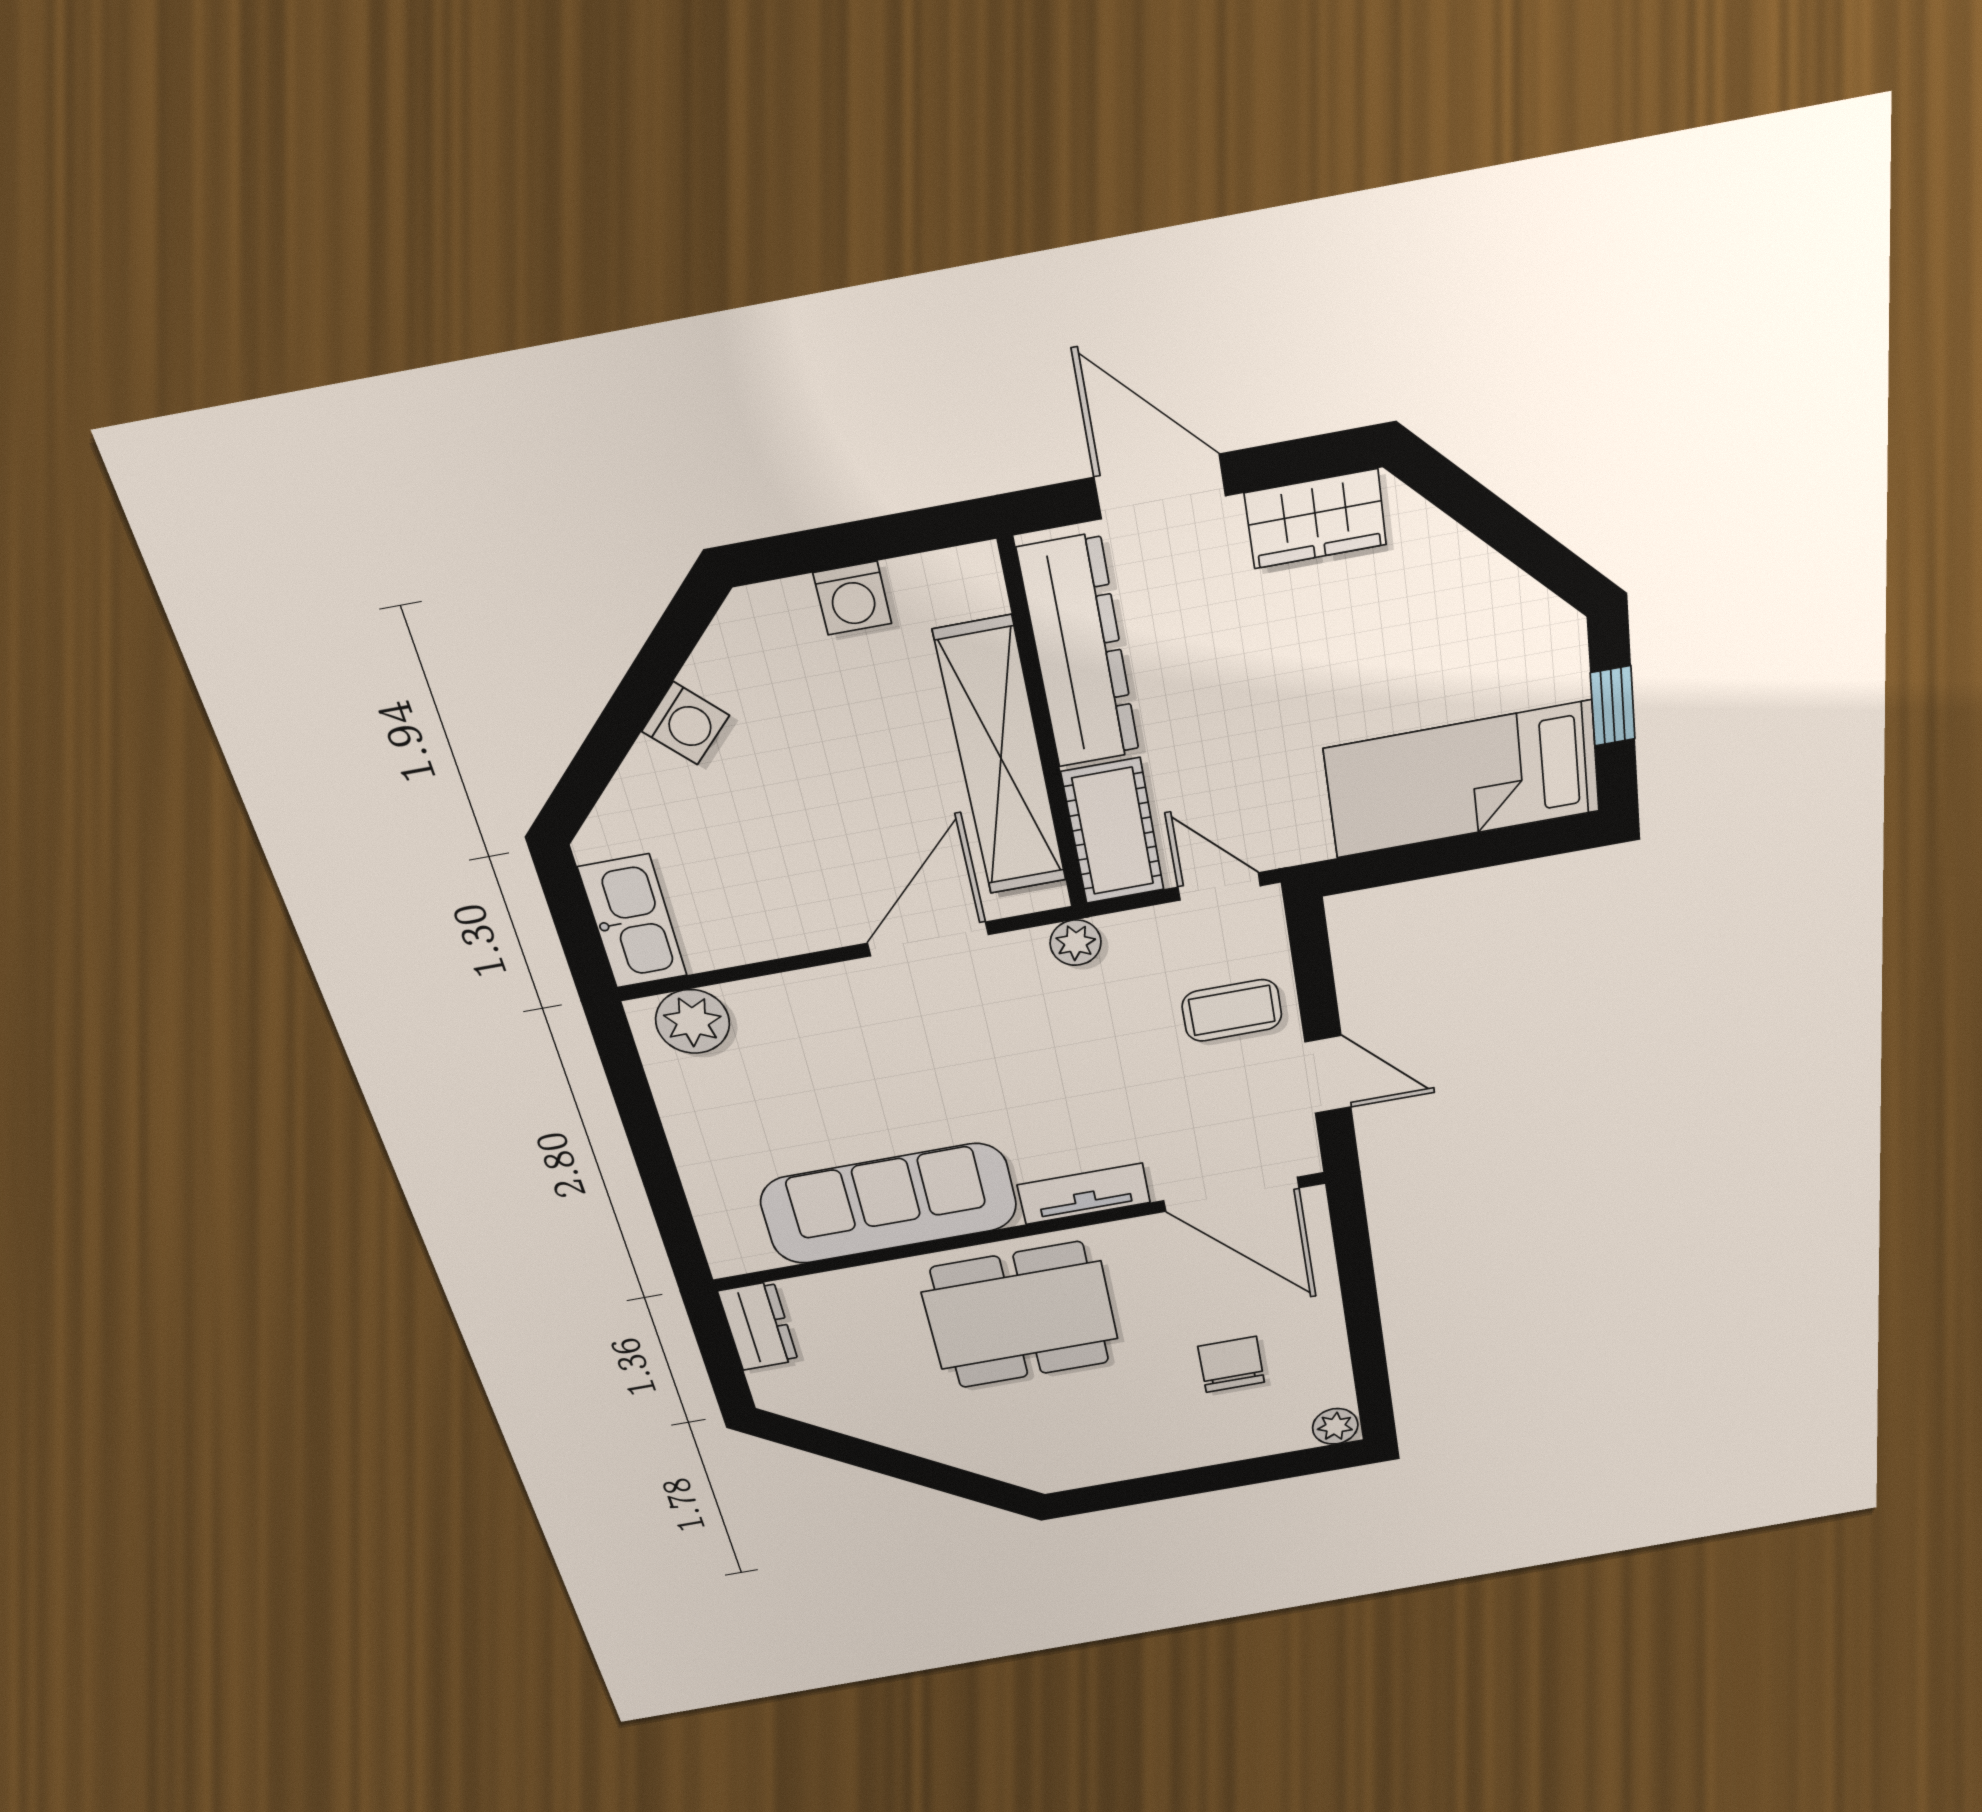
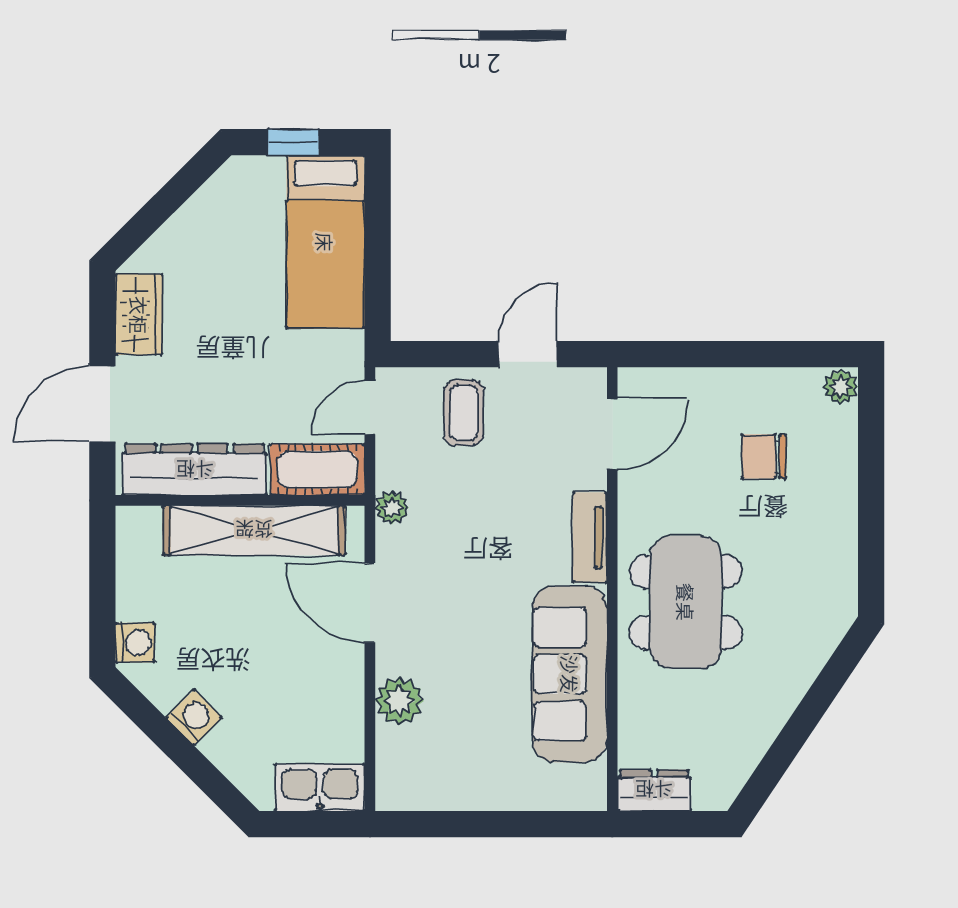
washing machine: (852, 598) -> (135, 643), moved
plant: (693, 1022) -> (399, 701), moved
door: (1231, 1194) -> (612, 434), width x0.73

